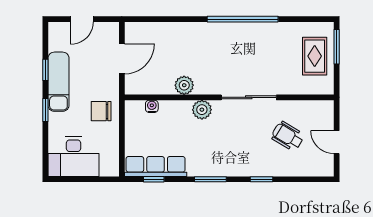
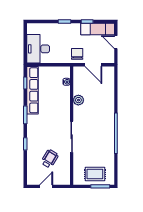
exam couch: (58, 82) -> (98, 29), moved
plant: (202, 110) -> (65, 110), removed
chair: (101, 111) -> (77, 54), moved
desk: (73, 157) -> (38, 49), moved
row of seats: (156, 166) -> (32, 90), width x1.36

